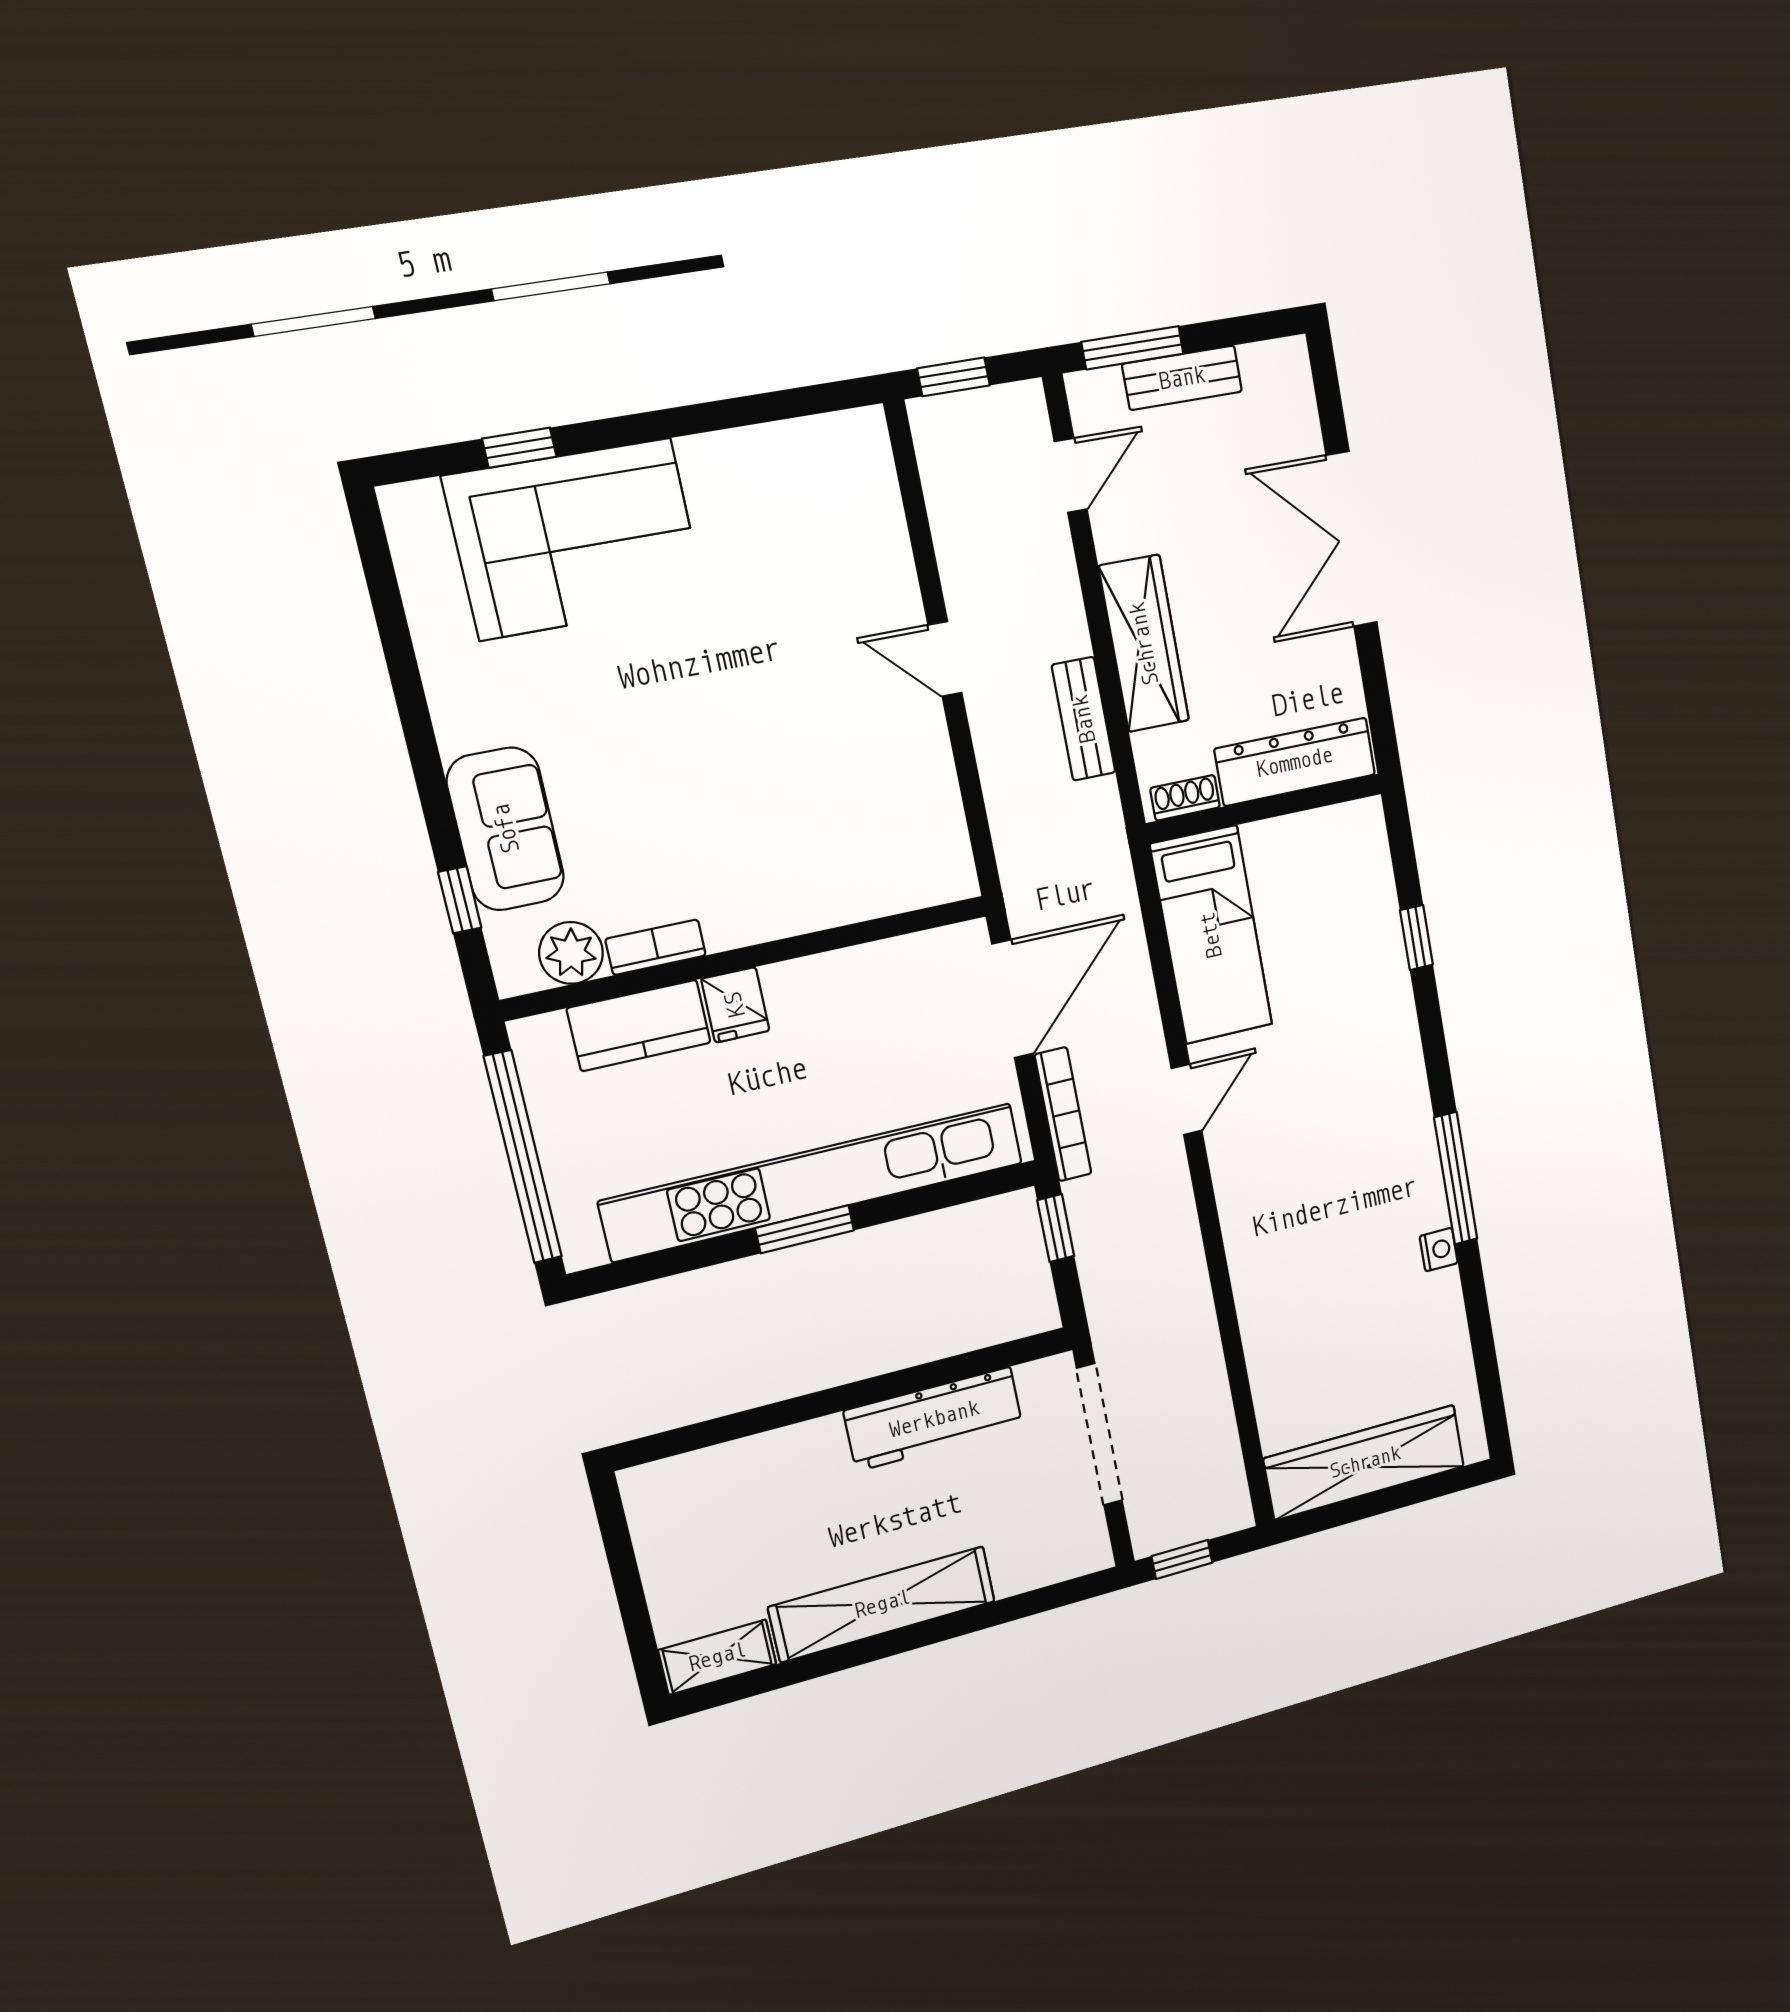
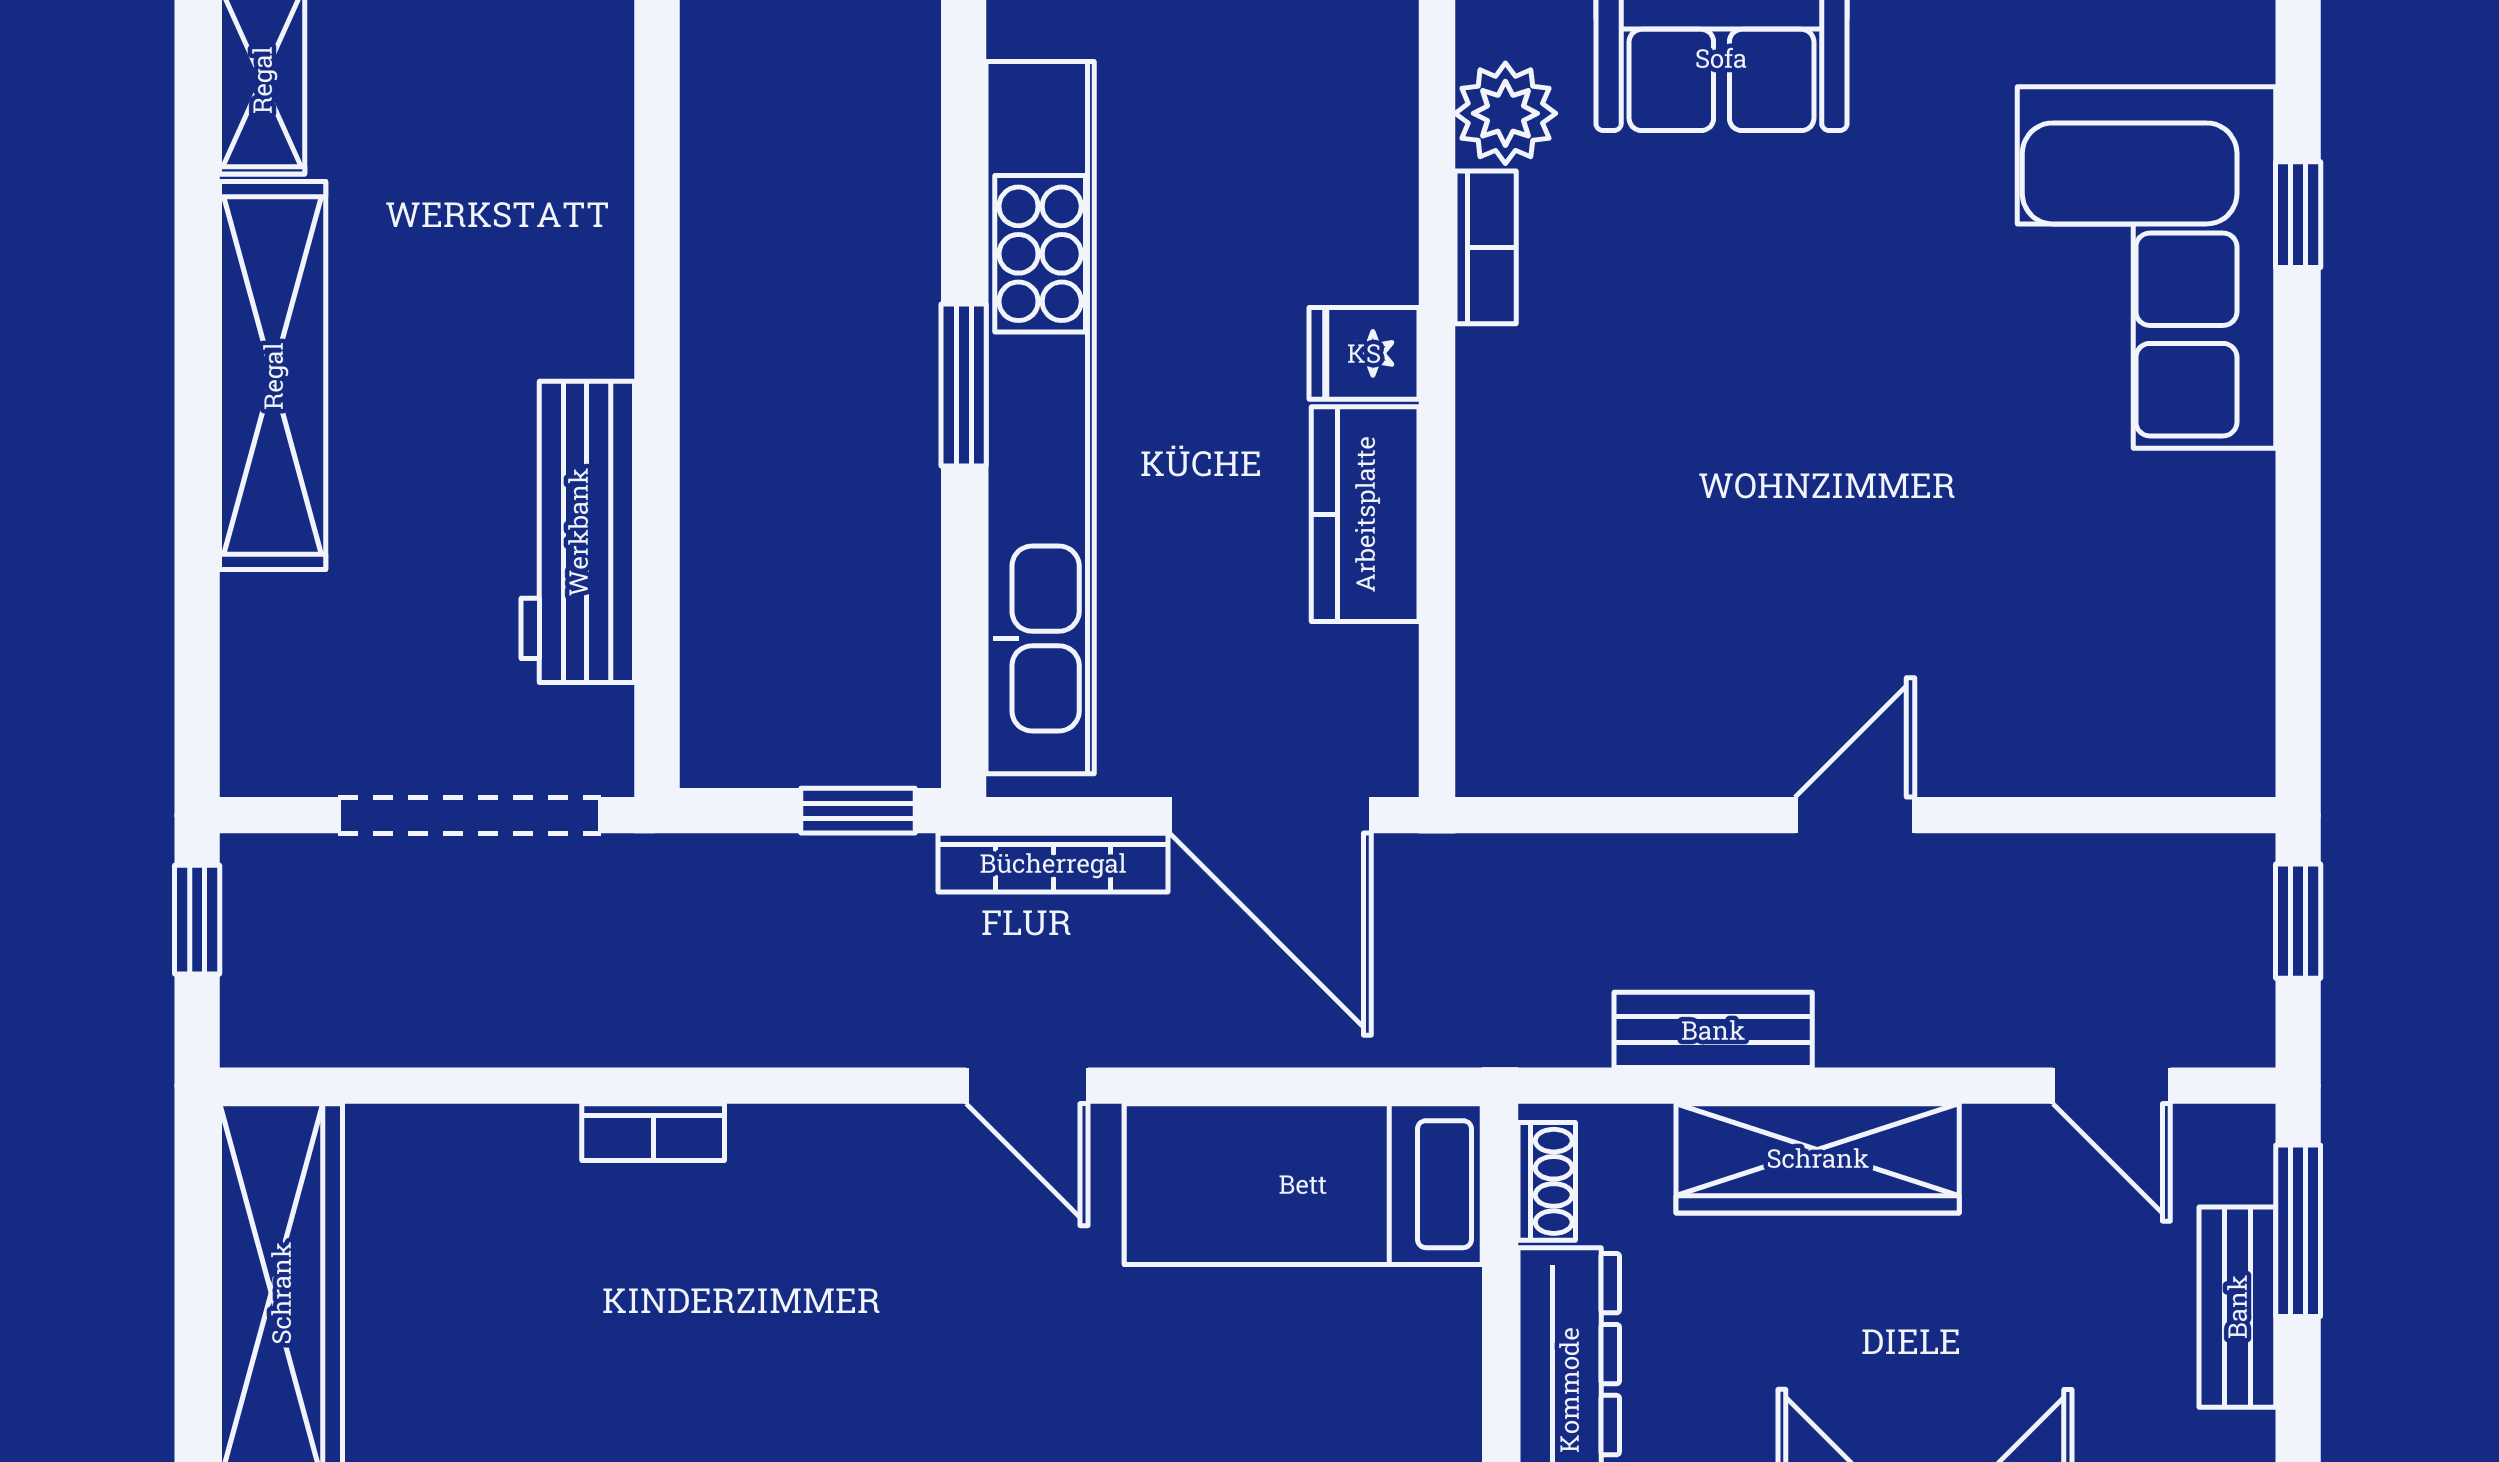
kitchen counter: (639, 1026) -> (1365, 514), moved
bookcase: (1248, 1293) -> (653, 1132), added

